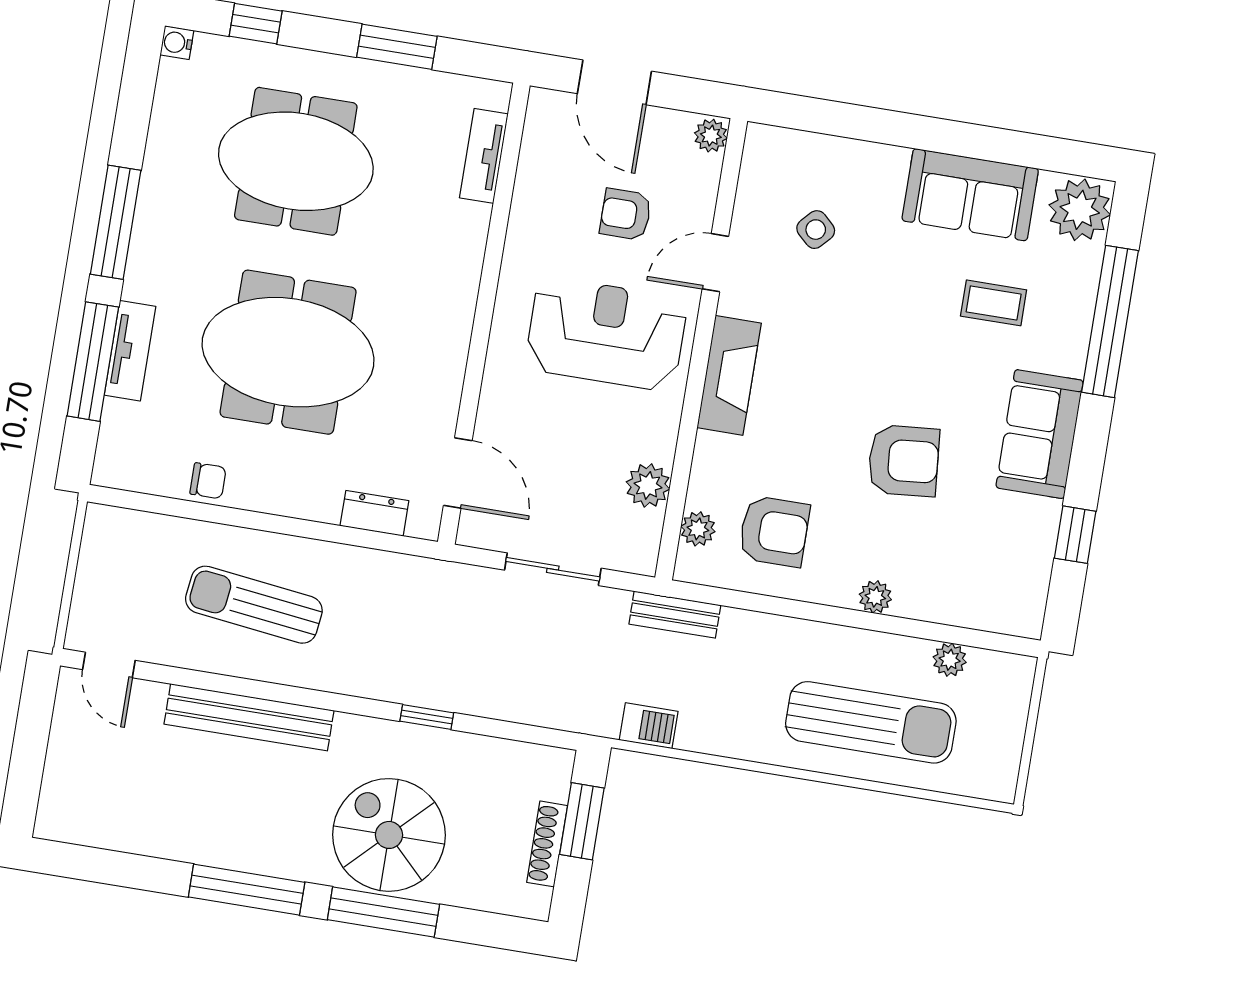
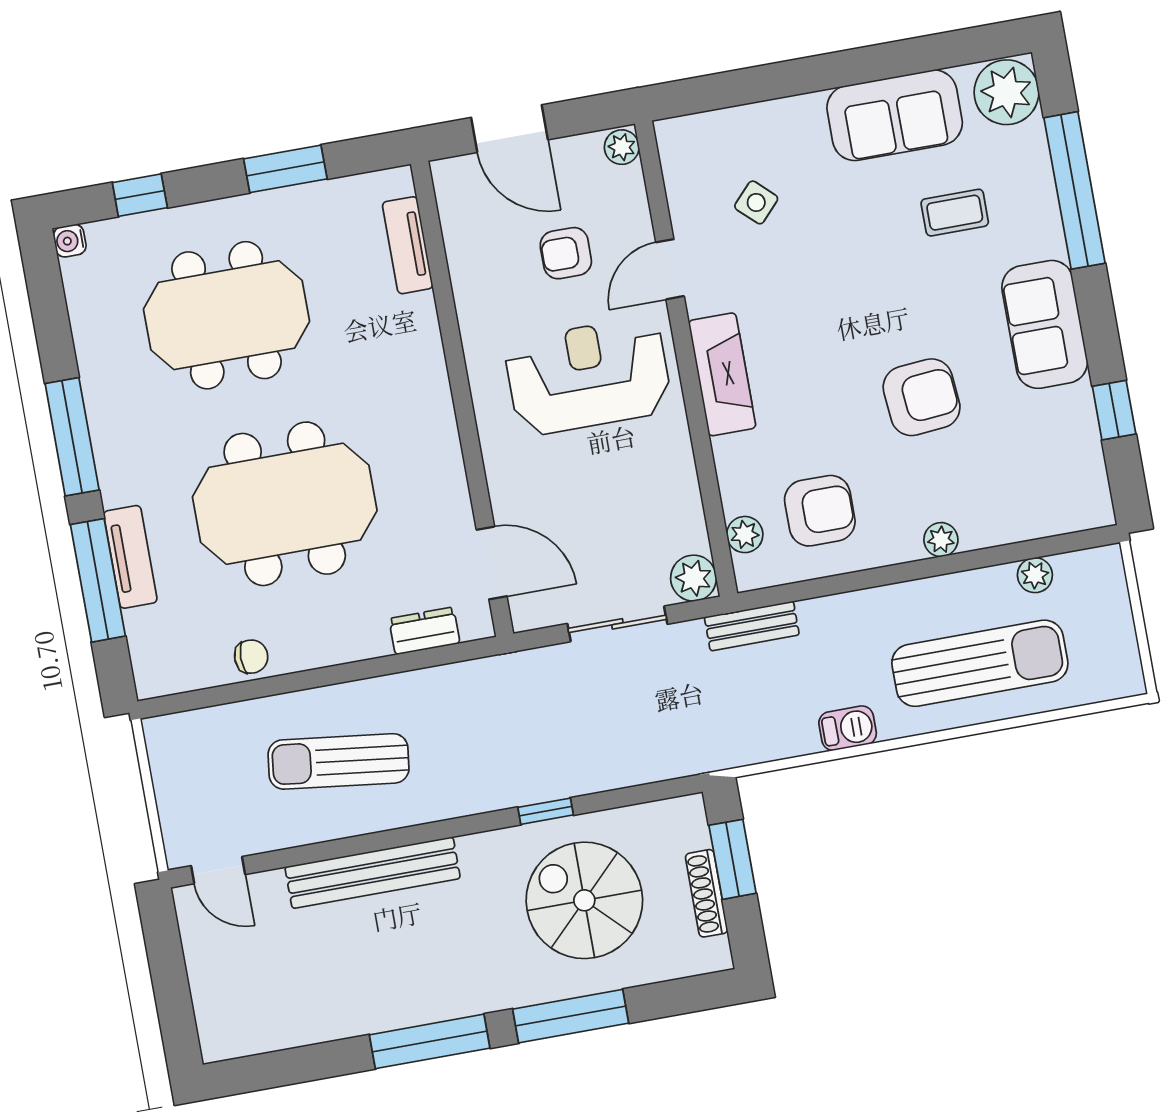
plant: (648, 485) -> (694, 578), moved
barbecue: (649, 726) -> (848, 728), moved
spiral stairs: (389, 835) -> (584, 900), moved

